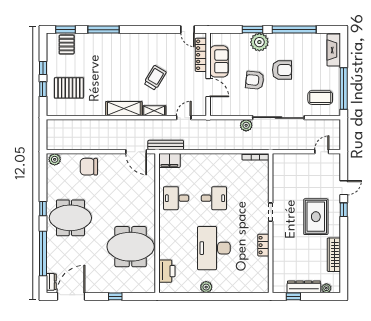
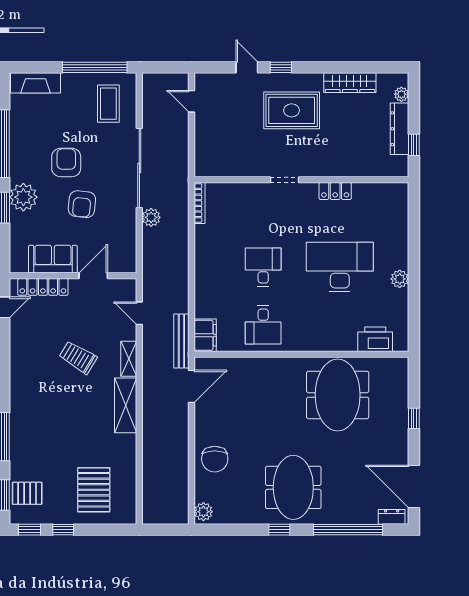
window: (43, 89) -> (30, 530), moved
desk: (214, 248) -> (340, 267), turned 180

